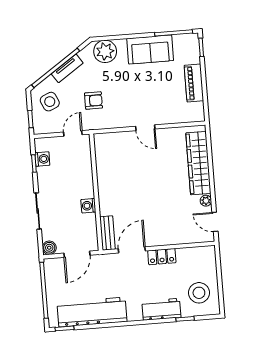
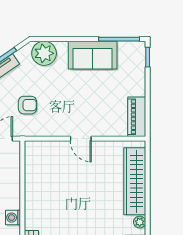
piano: (194, 83) -> (137, 117), moved

